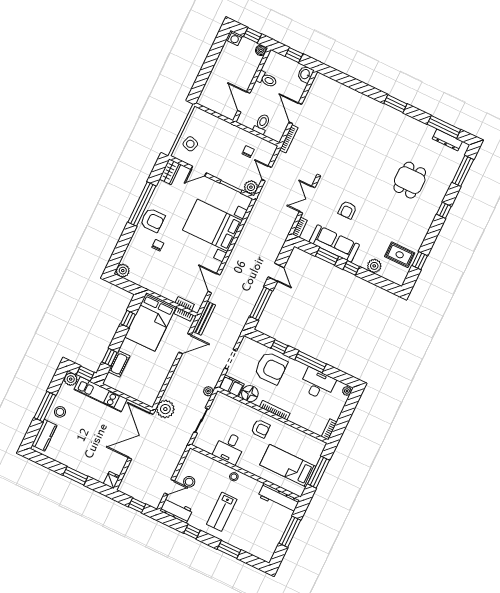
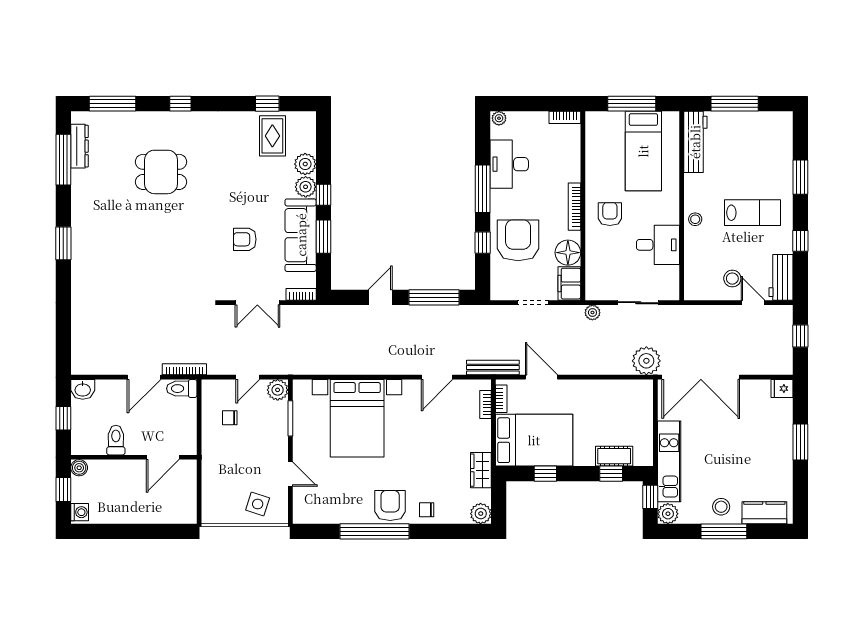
toilet: (262, 124) -> (182, 389), moved
wardrobe: (170, 172) -> (481, 470), moved, turned -90
armchair: (347, 210) -> (245, 239), turned 180
chair: (158, 245) -> (427, 510), moved
plant: (361, 260) -> (306, 187), added

